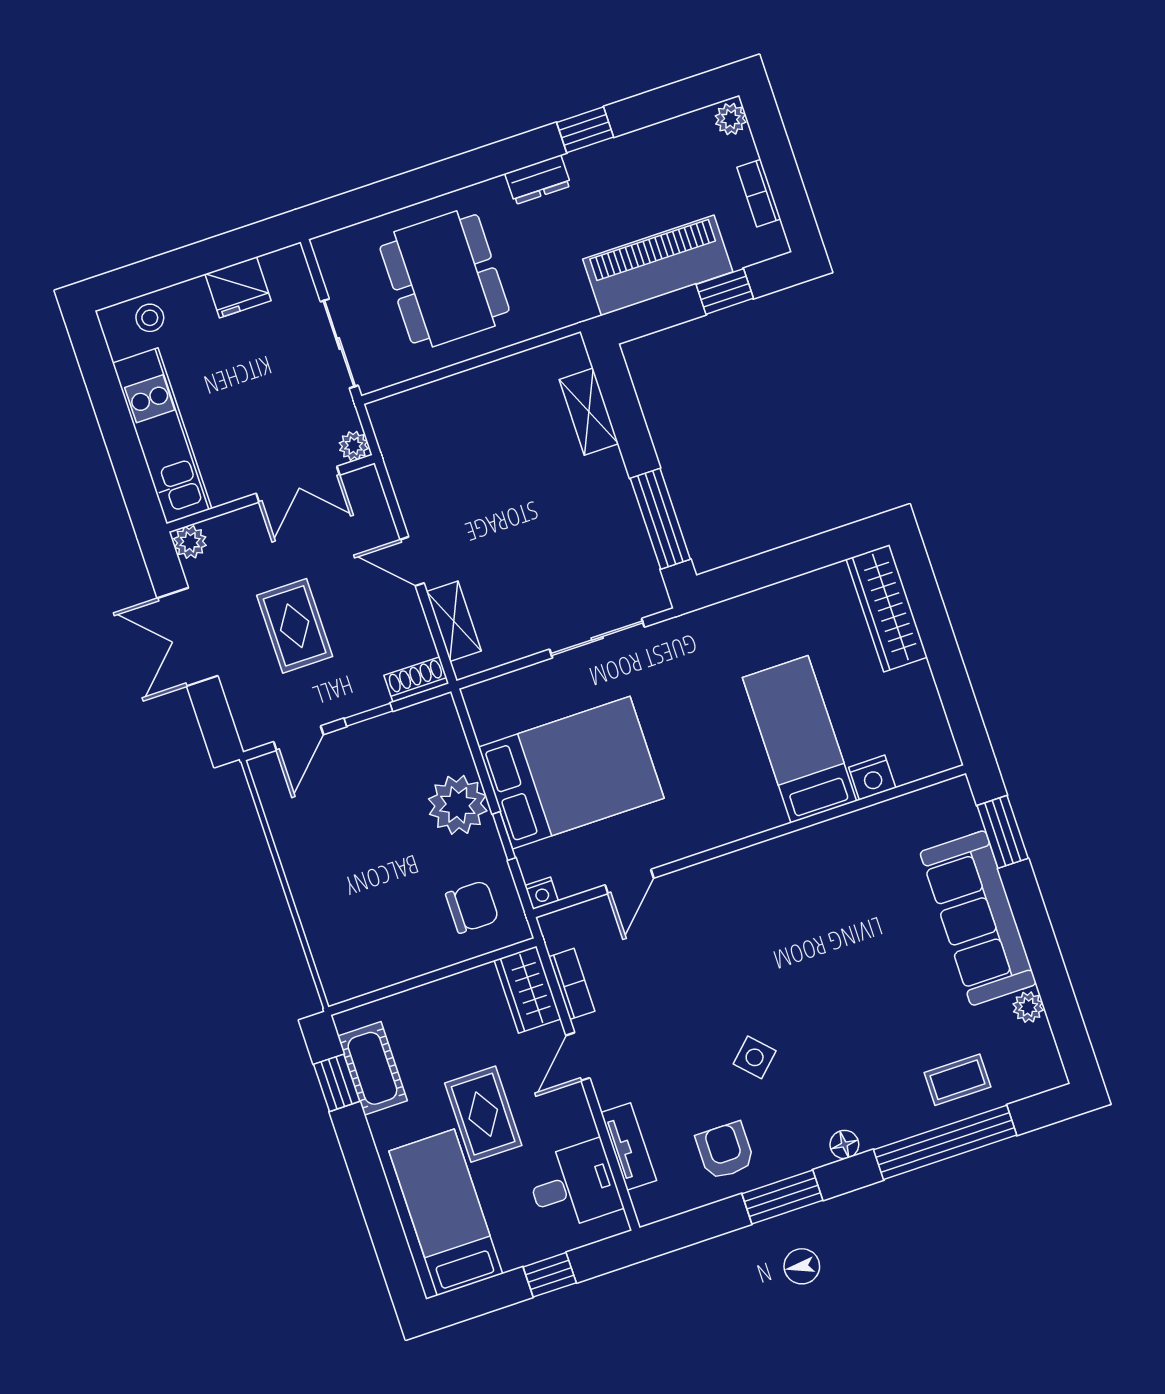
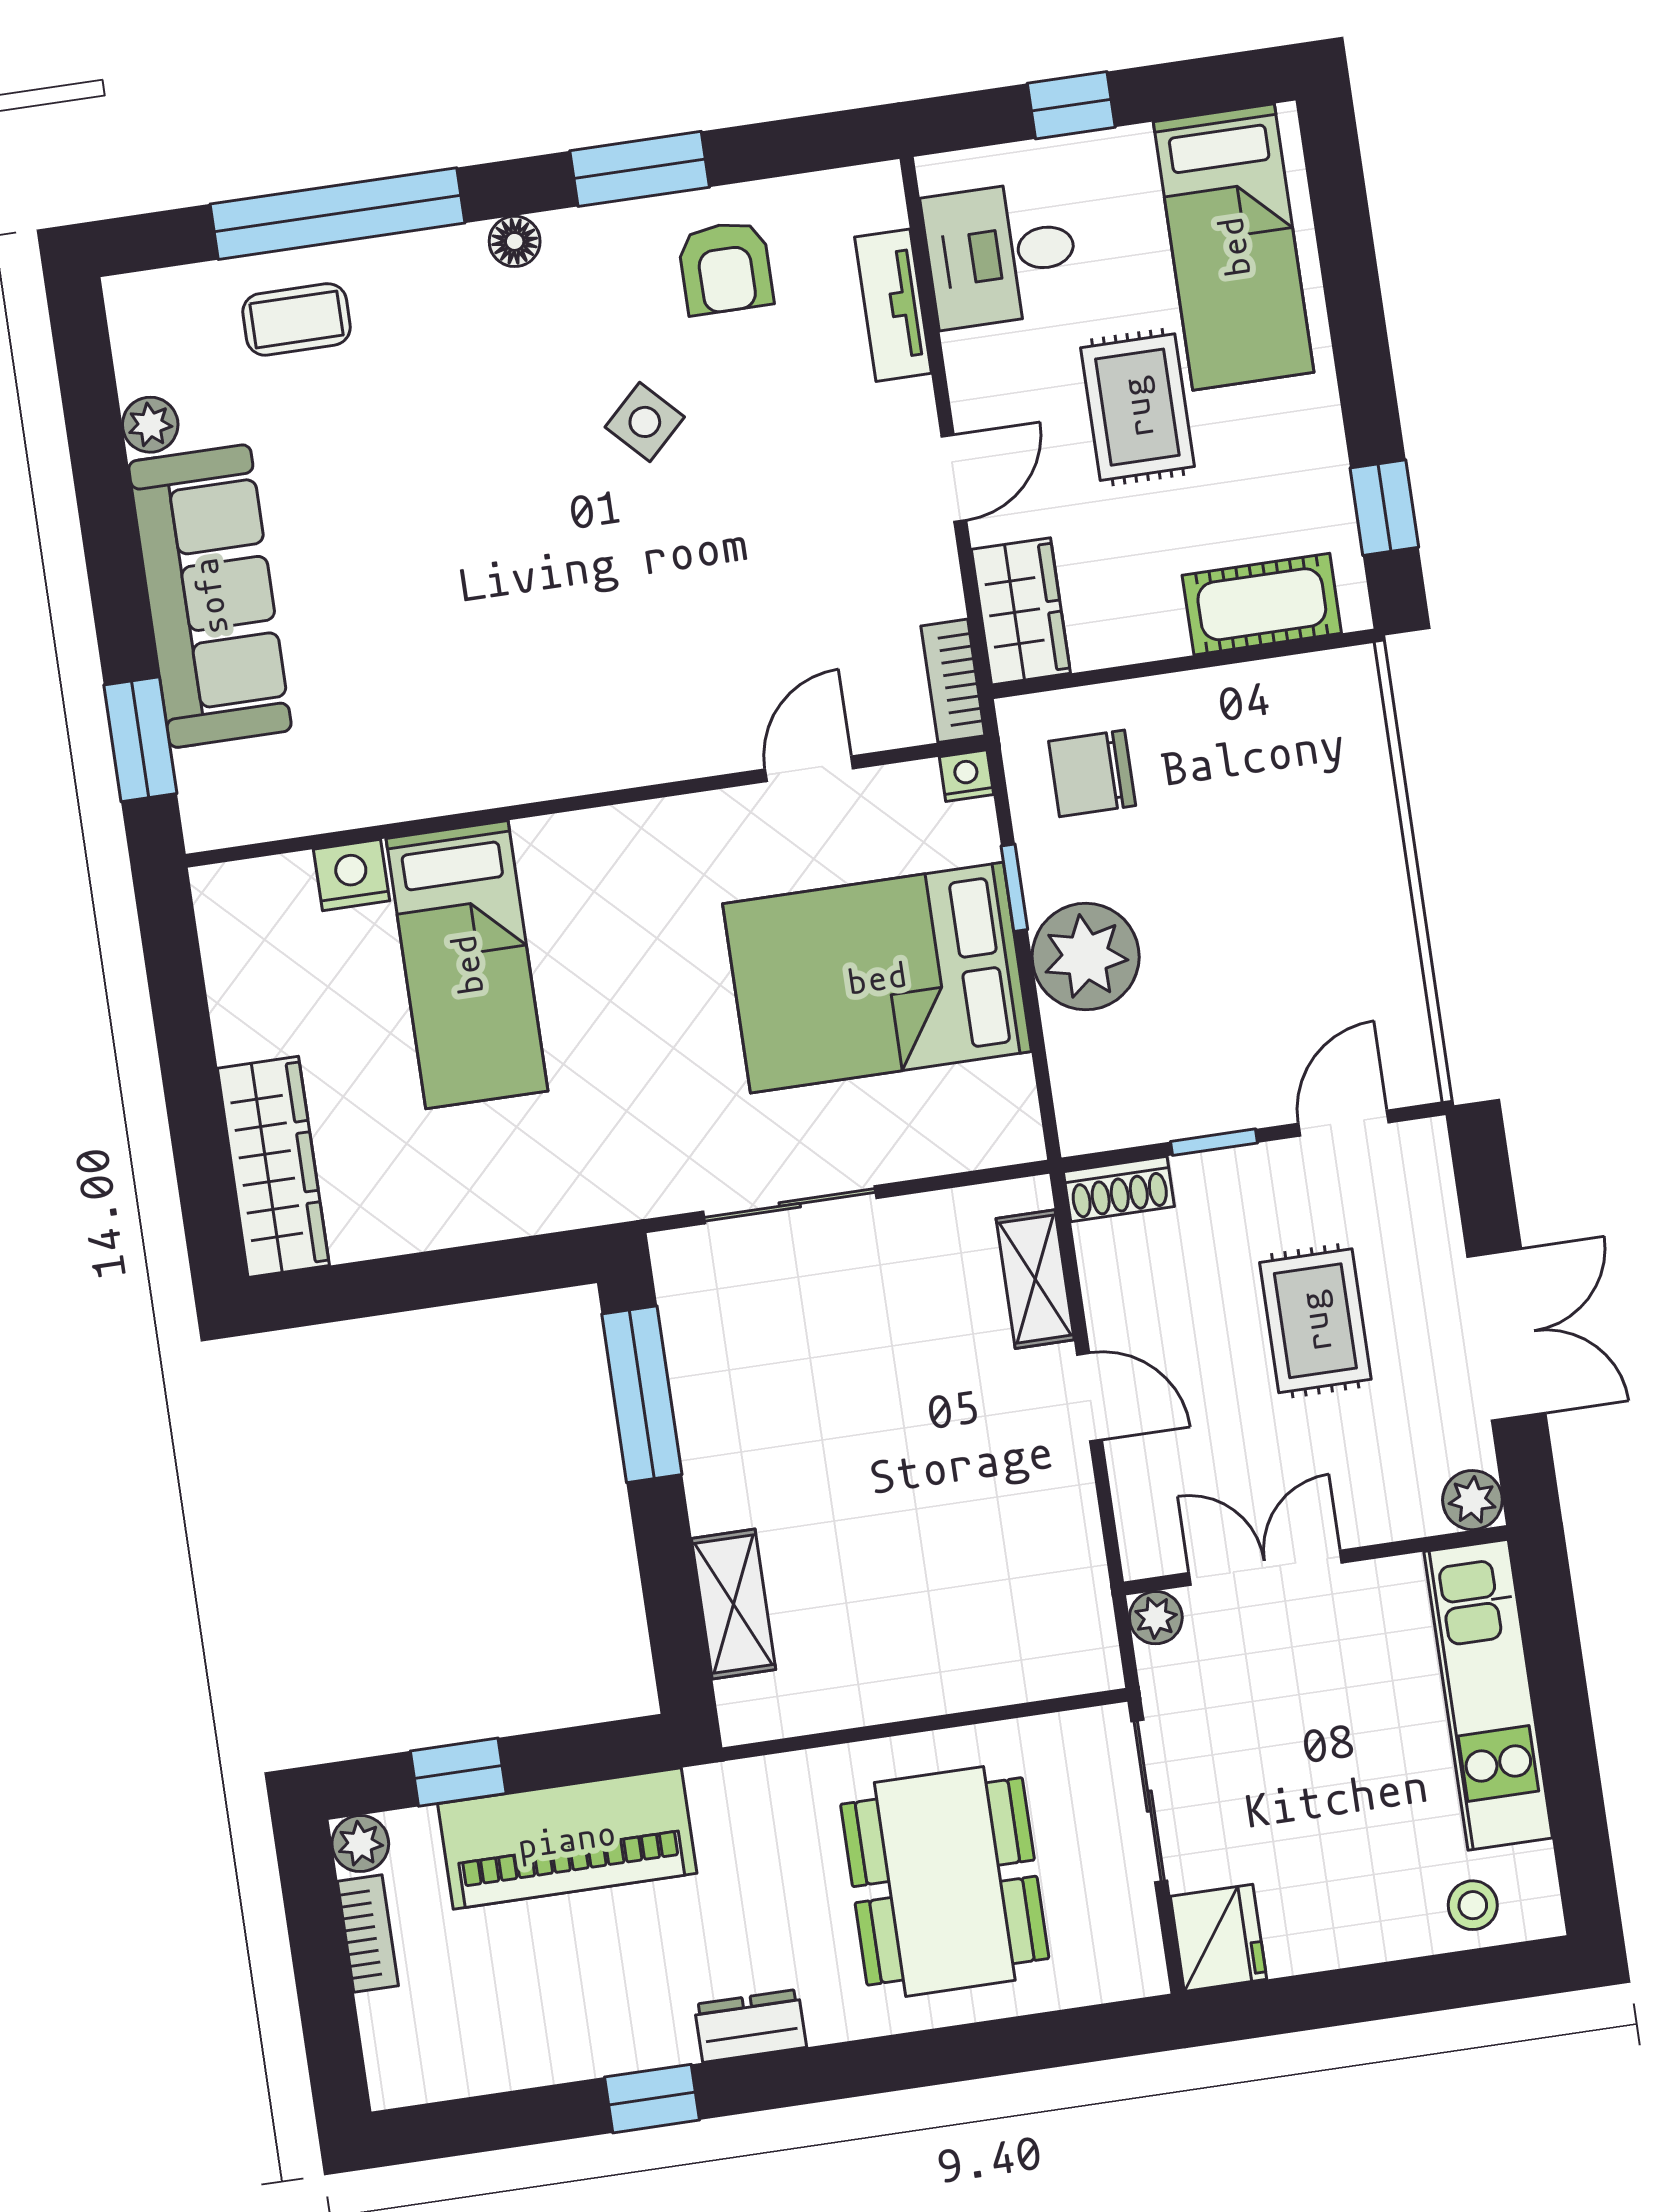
plant: (731, 119) -> (360, 1844), moved
fridge: (238, 287) -> (1219, 1938), moved, turned 90
bookcase: (572, 984) -> (953, 681), moved
cot: (372, 1068) -> (1262, 604), moved, turned 90

